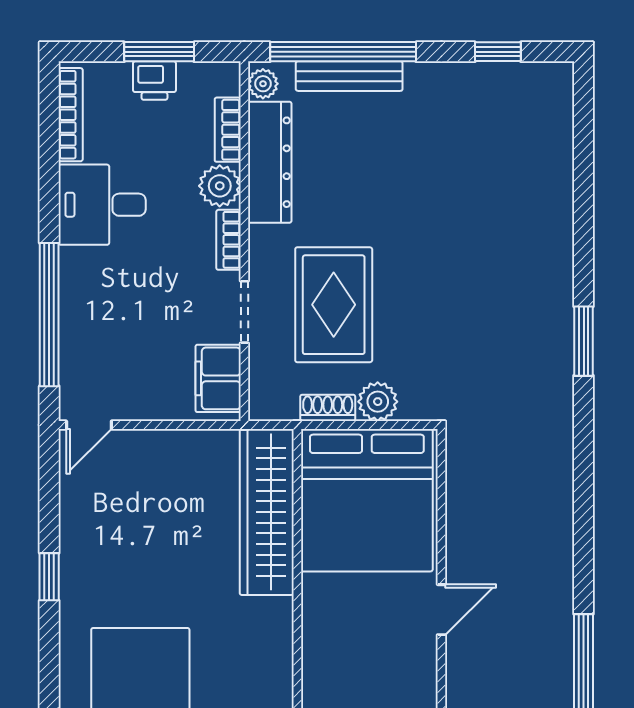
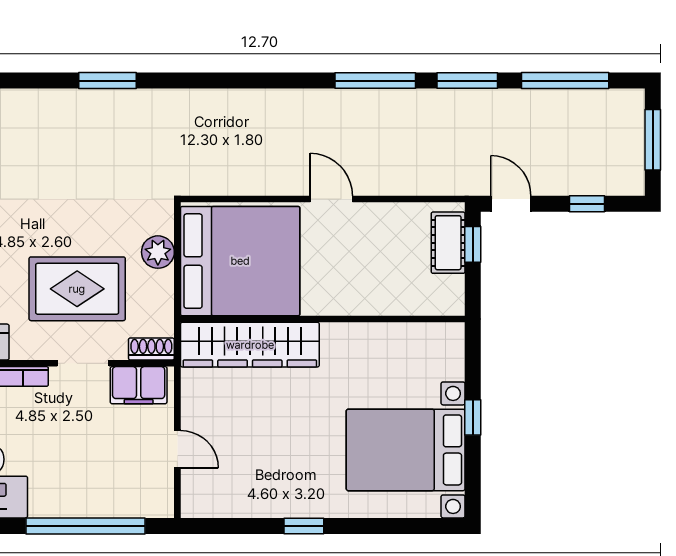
shoe rack: (328, 408) -> (151, 349), moved, turned 90
door: (89, 425) -> (177, 449), moved

